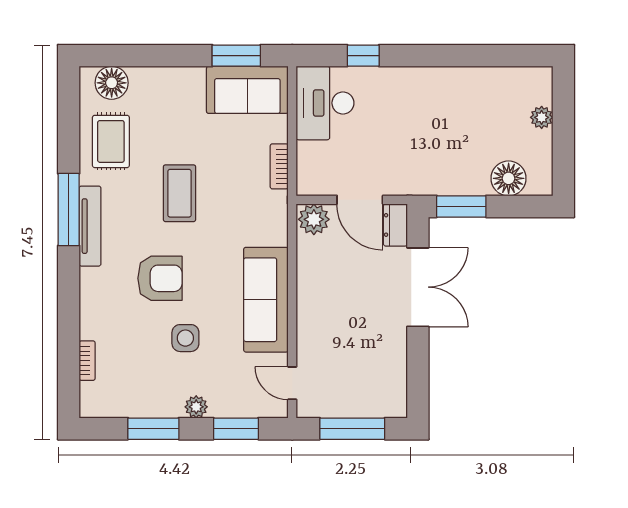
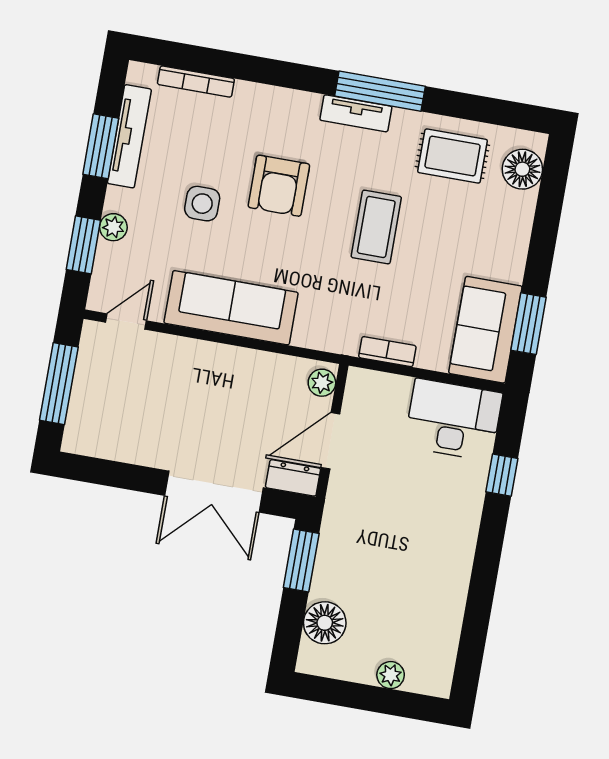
coffee table: (179, 193) -> (376, 227), turned 90
plant: (314, 219) -> (322, 383), width x0.73, depth x0.73
tv unit: (90, 226) -> (356, 113), width x0.71
bookcase: (87, 361) -> (196, 82), width x1.56
tv unit: (141, 407) -> (129, 136), added
plant: (196, 407) -> (113, 227), moved

